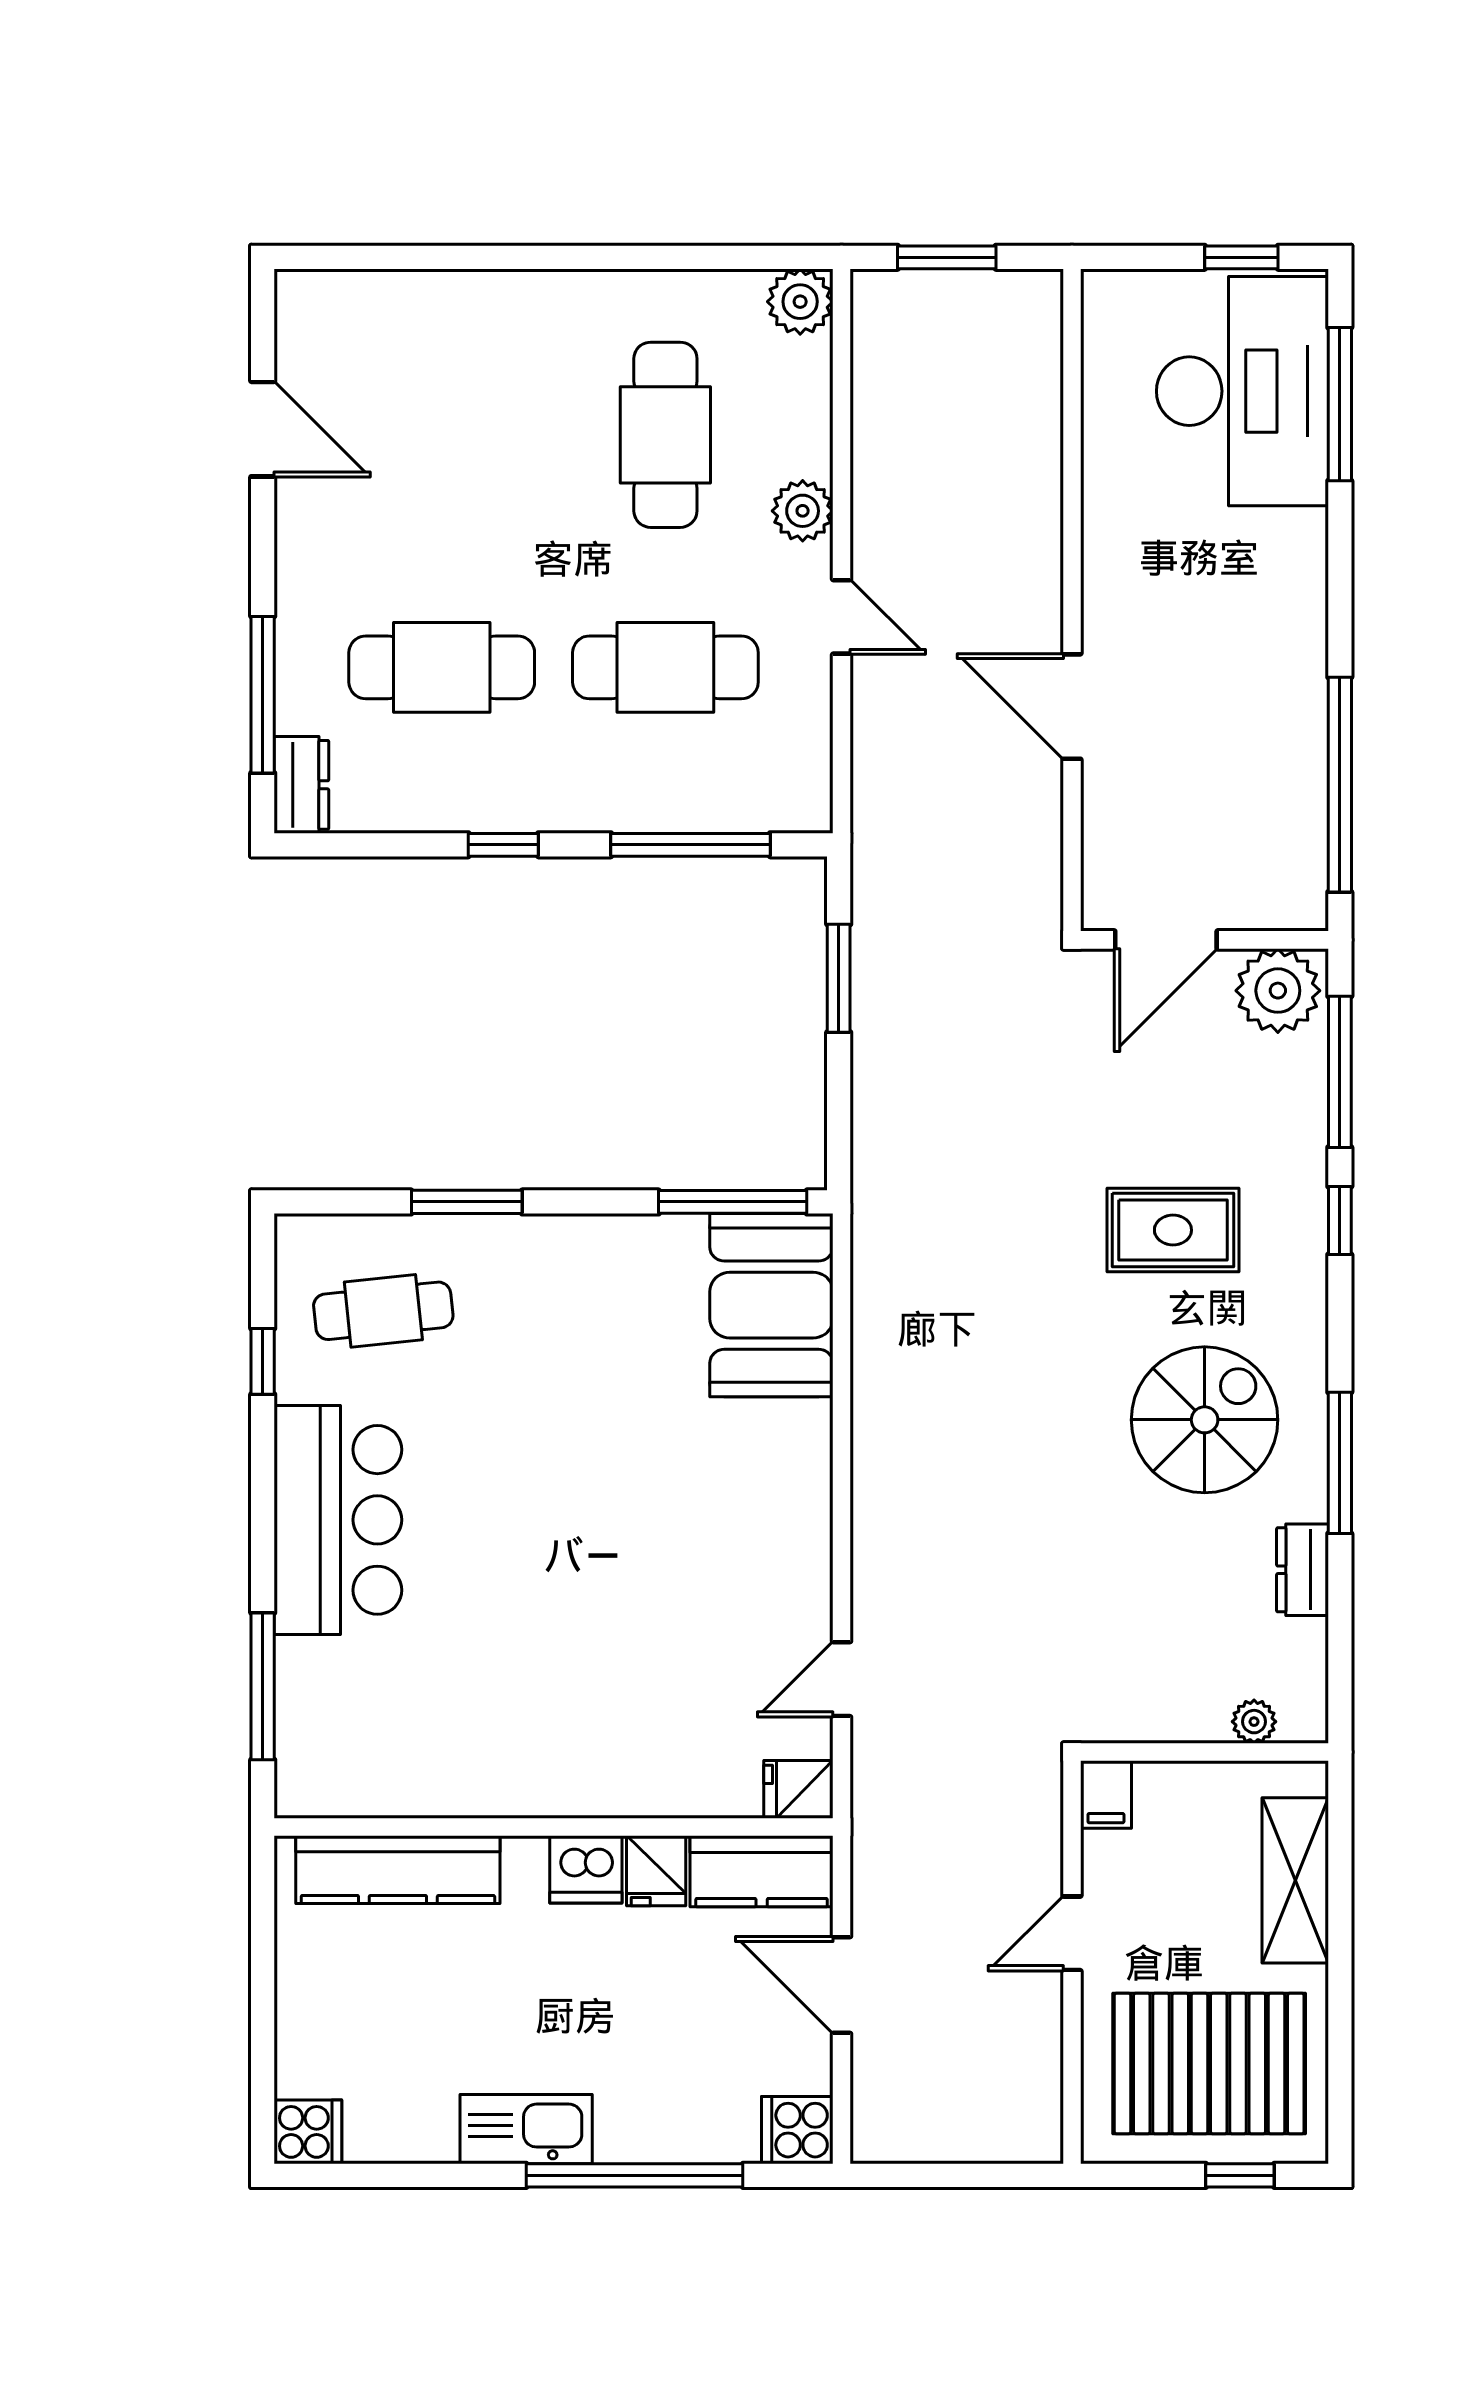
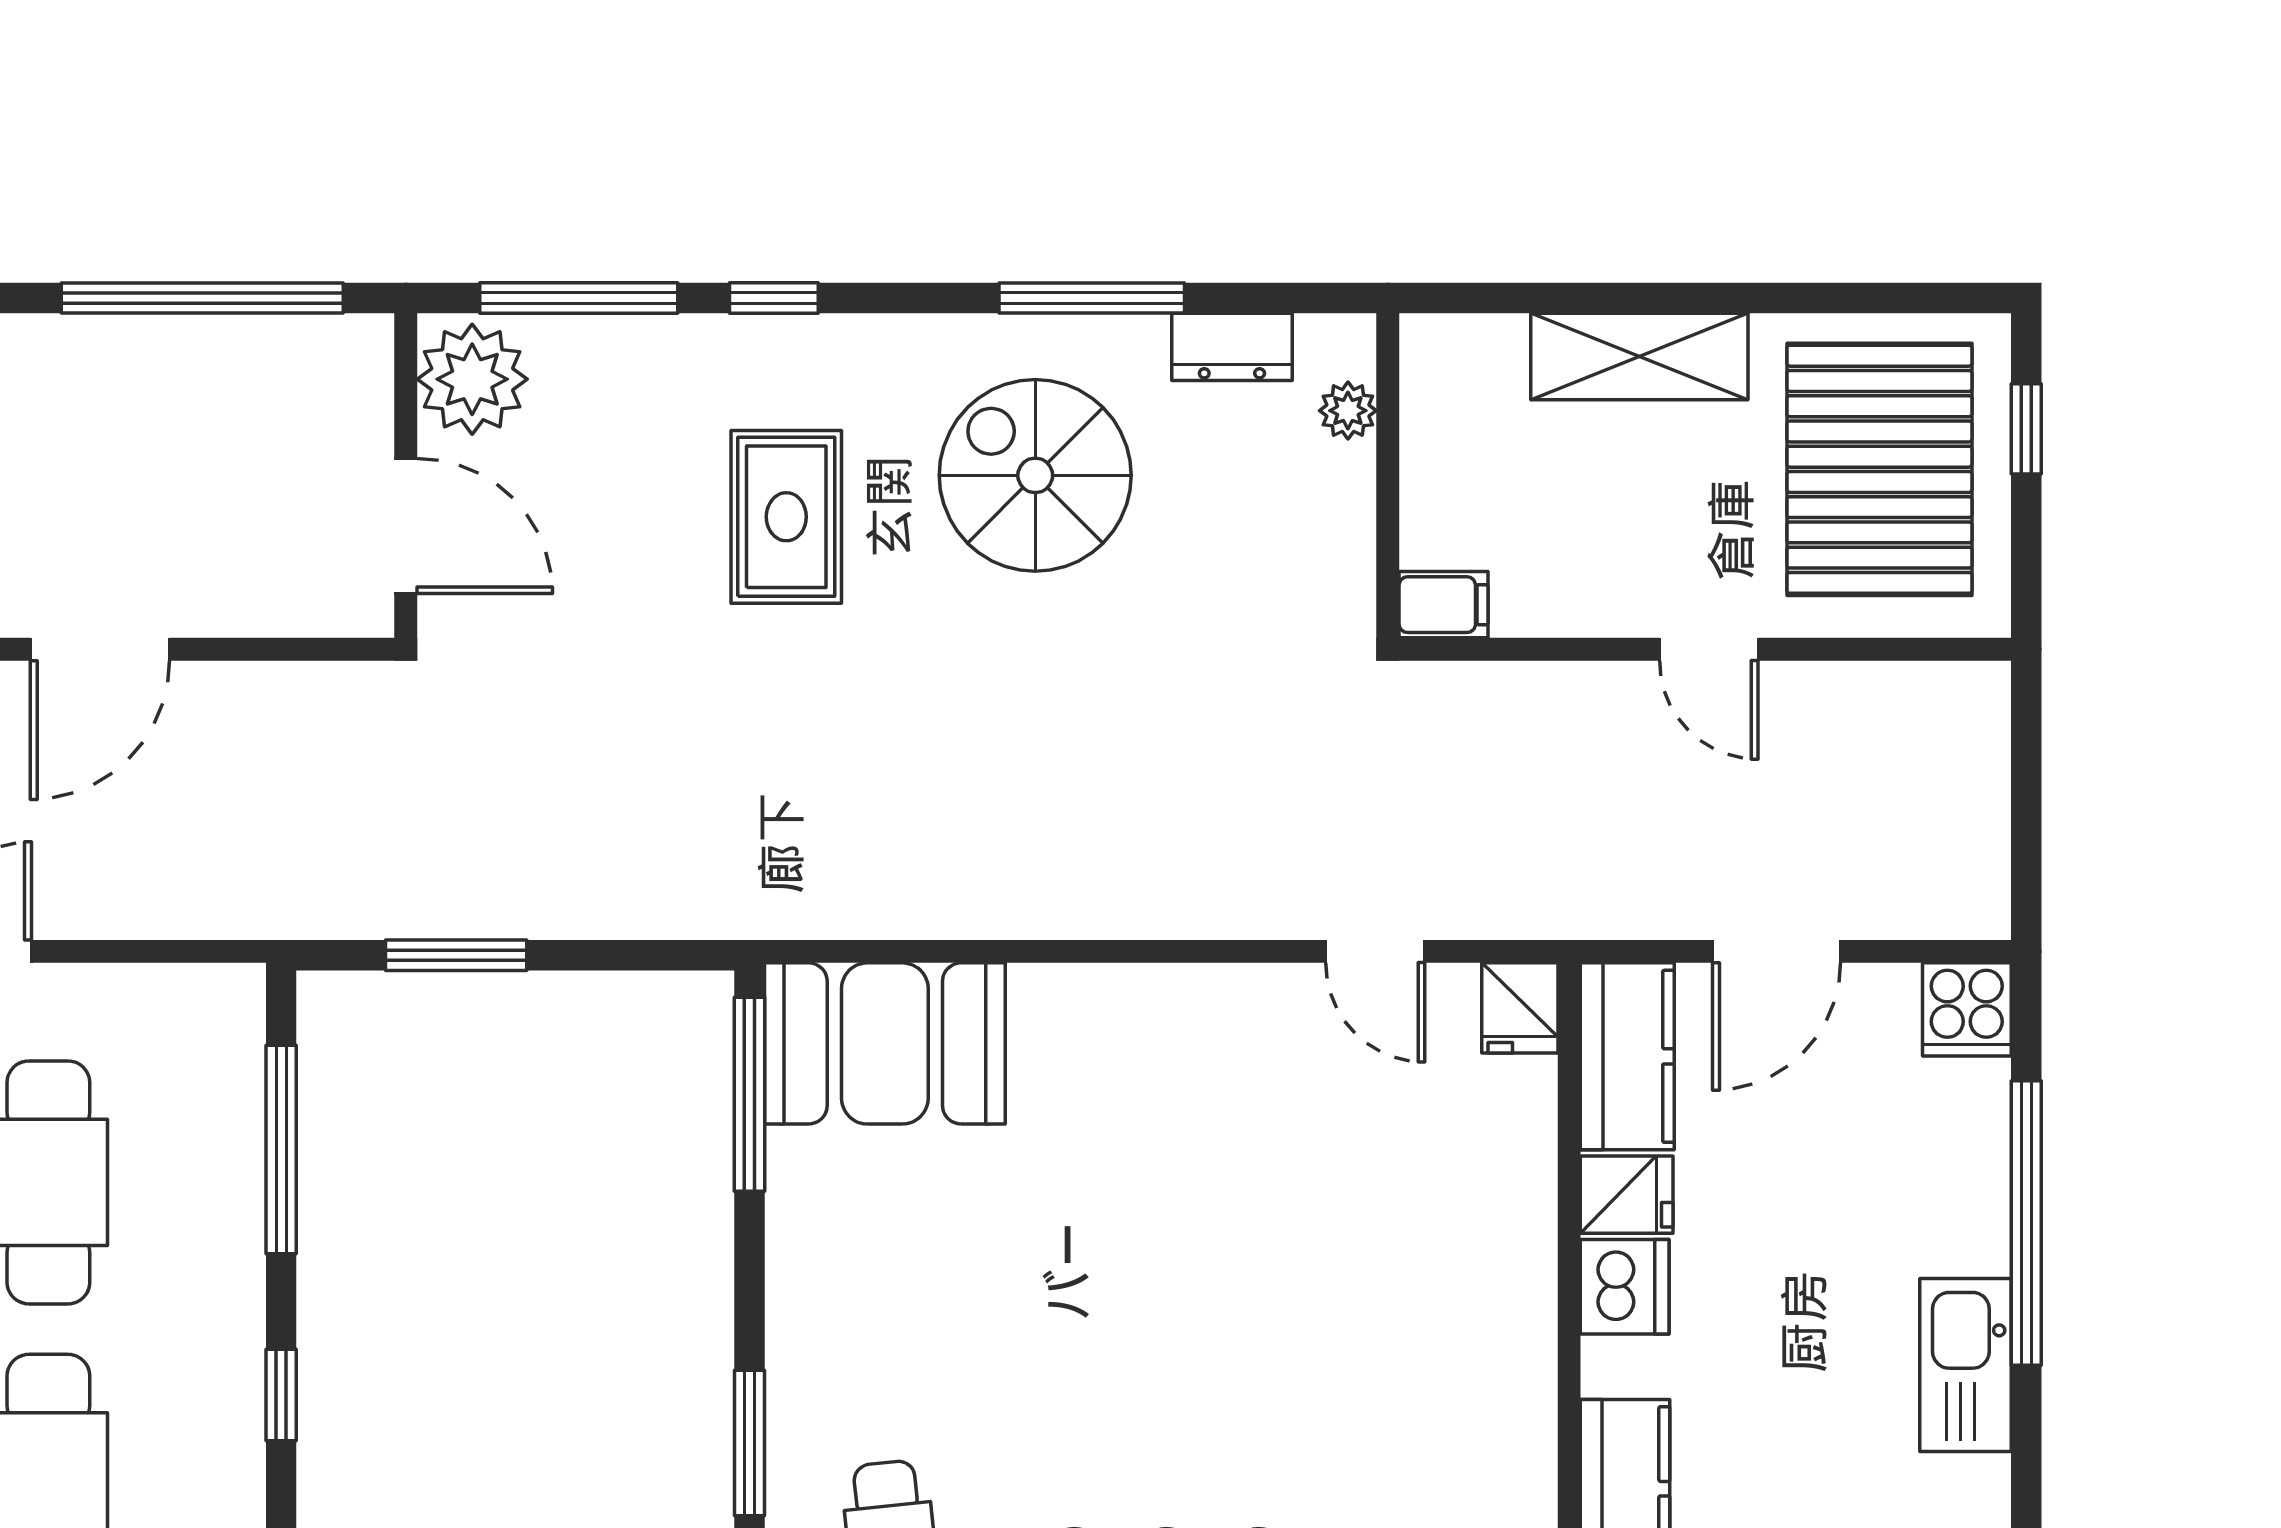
plant: (1254, 1722) -> (1348, 411), moved
wall: (1204, 1752) -> (1388, 475), moved
filing cabinet: (1106, 1794) -> (1443, 605), moved

